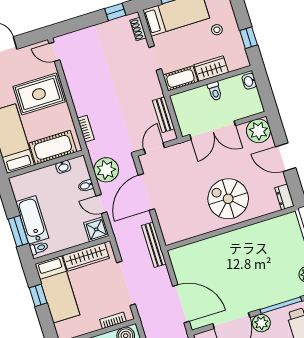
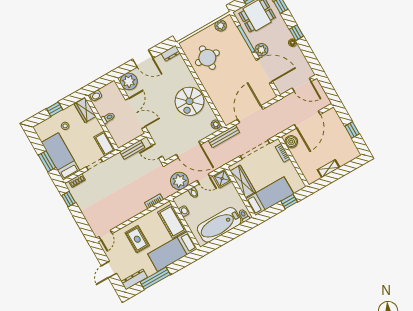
window: (249, 38) -> (55, 109), moved
wardrobe: (211, 69) -> (85, 110), moved
rug: (39, 94) -> (137, 239), width x0.73, depth x0.70
door: (286, 157) -> (143, 59), hinge flipped
spiral stairs: (228, 199) -> (189, 101), moved
door: (101, 204) -> (204, 179), hinge flipped
bathtub: (32, 220) -> (219, 225), width x1.36, depth x1.36
window: (18, 231) -> (235, 232), removed
plant: (173, 237) -> (216, 124), added
round table: (267, 246) -> (207, 58), added
window: (38, 295) -> (289, 202), moved
door: (181, 304) -> (250, 114), moved

